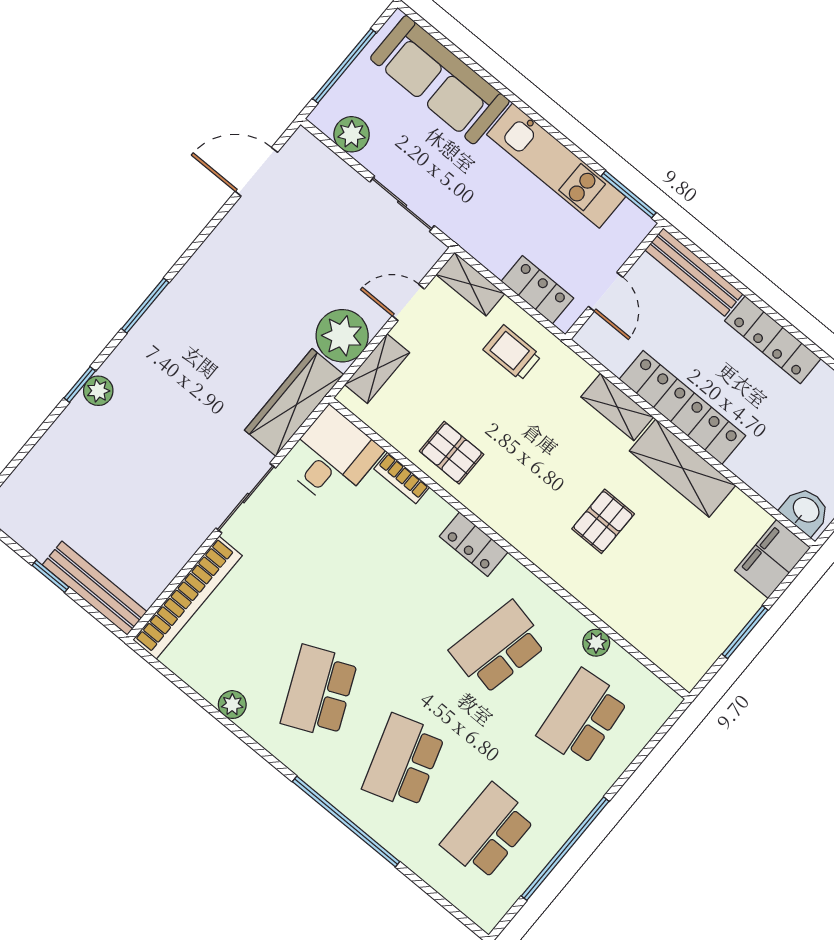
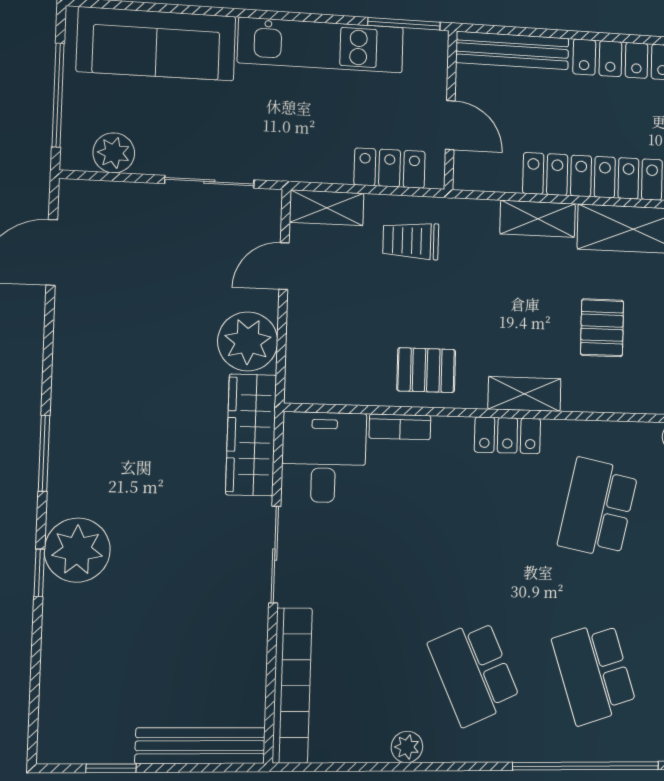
shelving: (377, 369) -> (524, 394), moved, turned 90
plant: (98, 391) -> (77, 550), width x1.87, depth x1.87
window: (50, 576) -> (111, 768), moved

